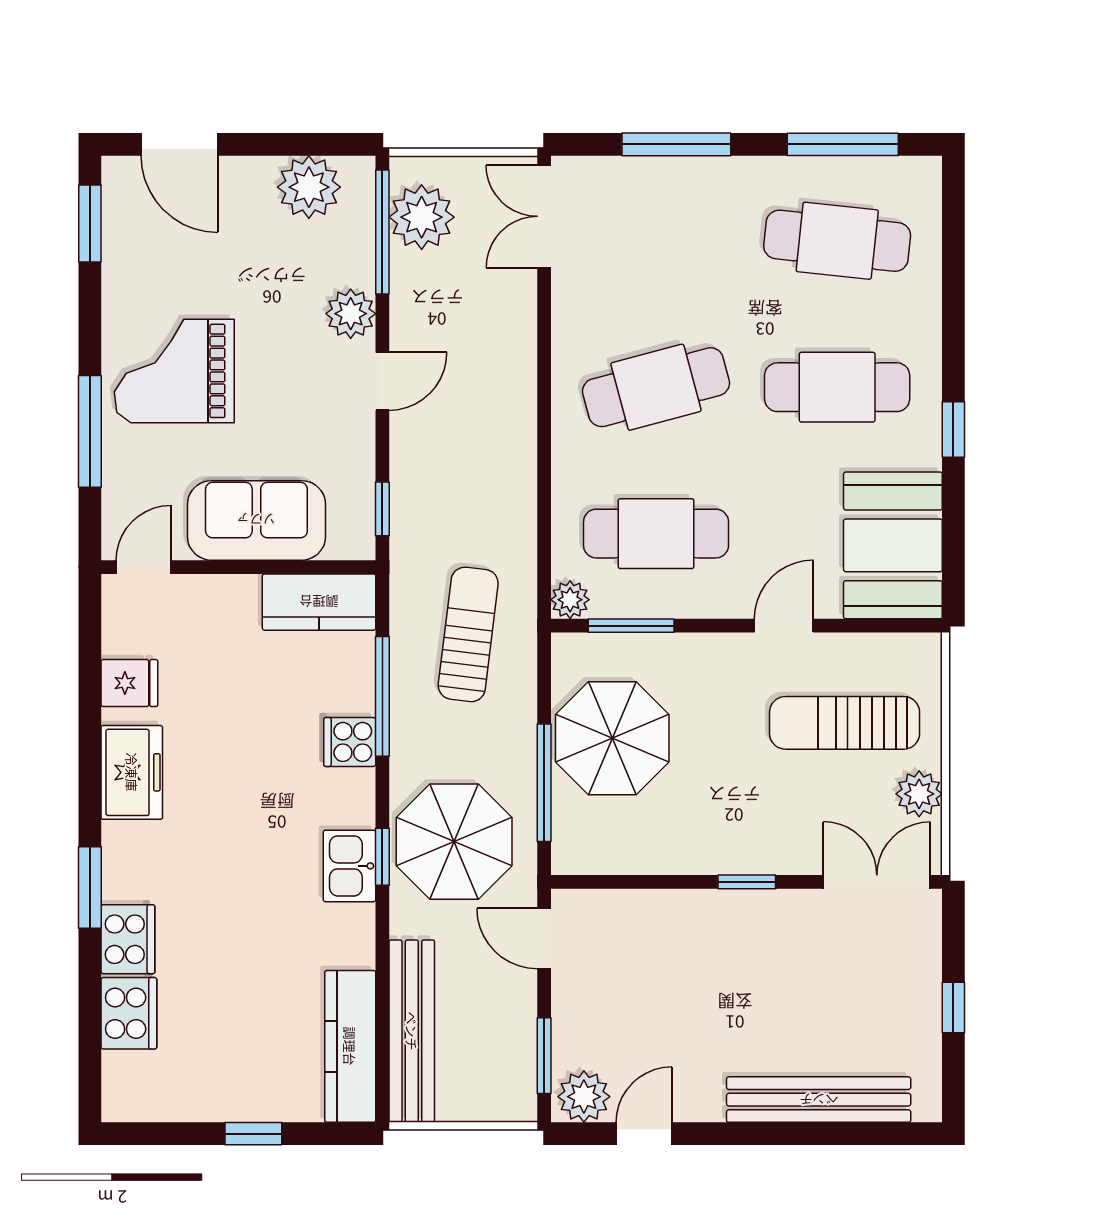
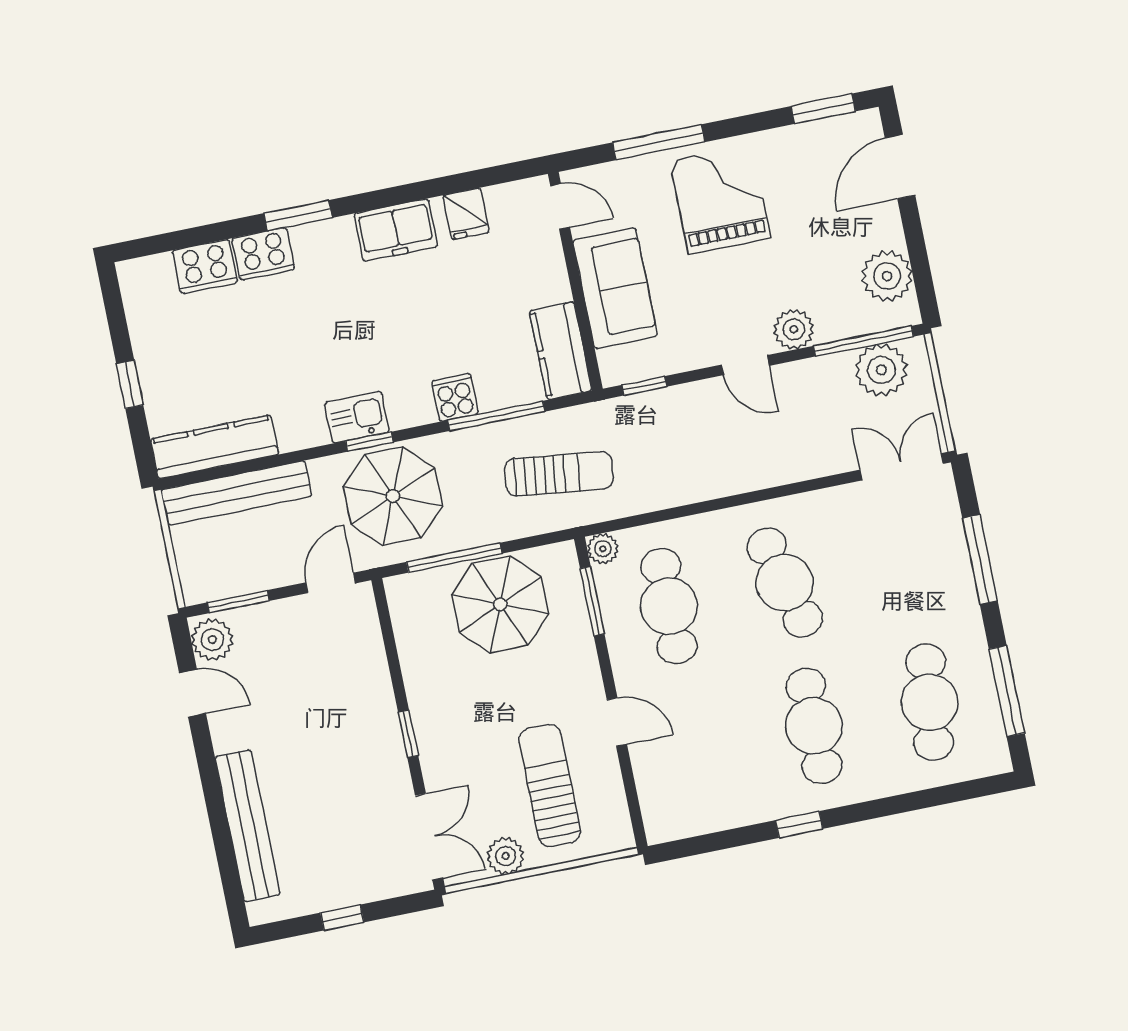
booth: (893, 545) -> (698, 795), removed

